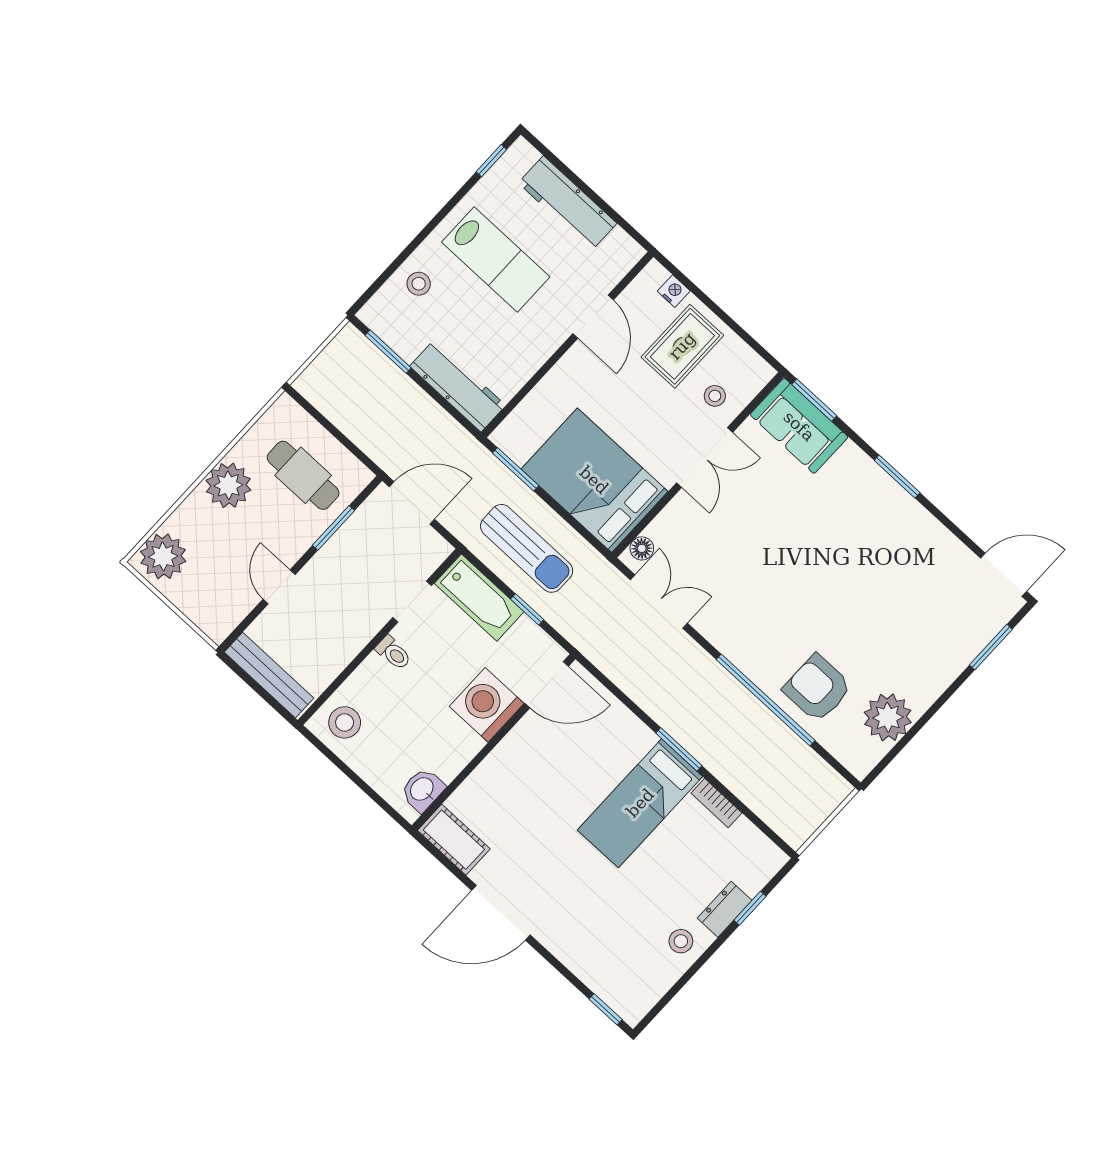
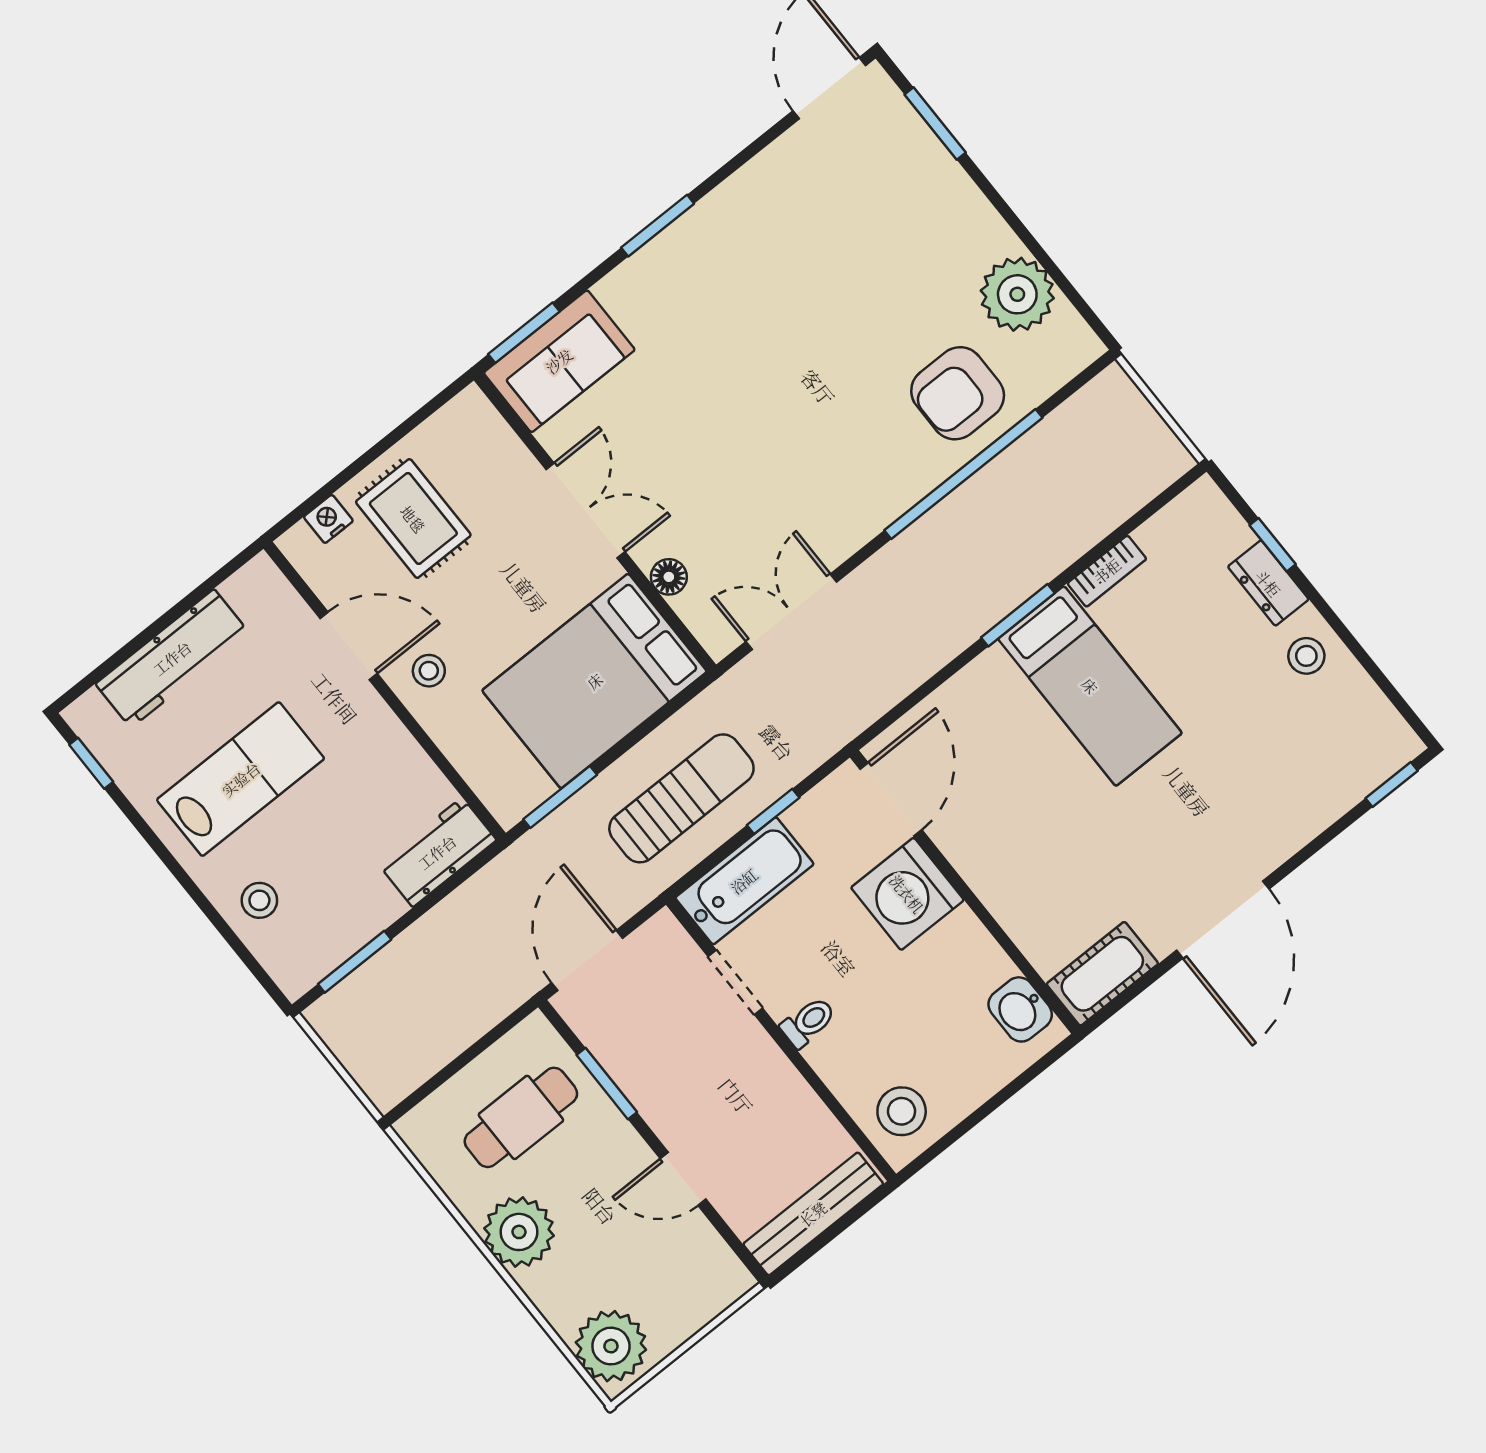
workbench: (458, 386) -> (437, 852), width x0.73
stool: (715, 396) -> (429, 671), moved
floor lamp: (642, 548) -> (669, 577), moved

